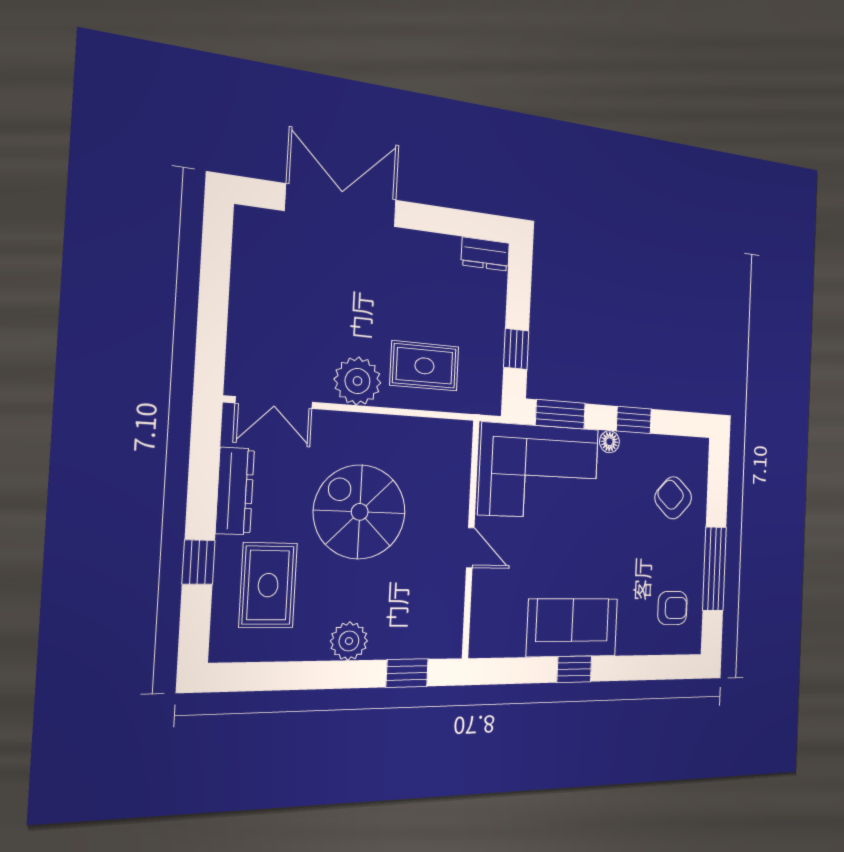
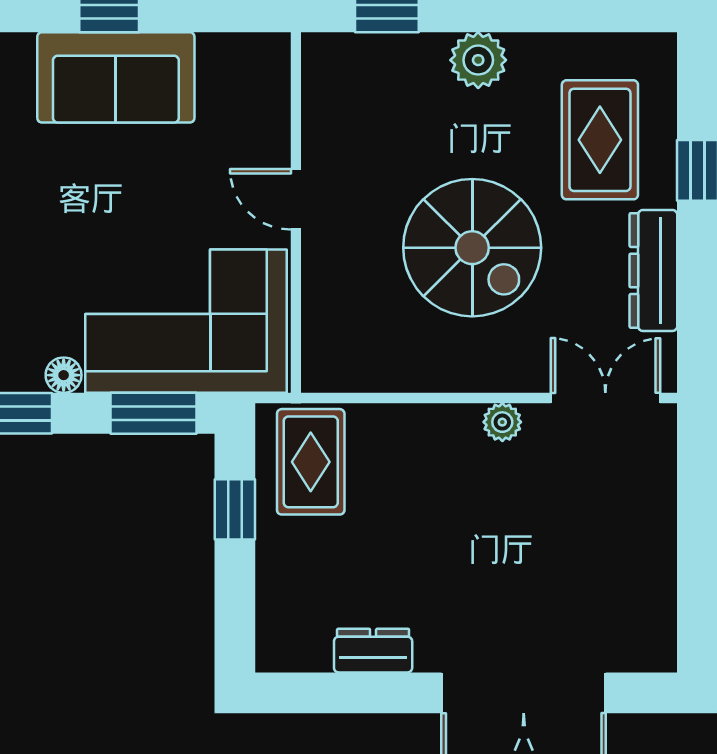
dresser: (485, 254) -> (373, 651), moved
rug: (424, 366) -> (311, 462), moved, turned 90
plant: (358, 381) -> (502, 422), width x0.53, depth x0.53

